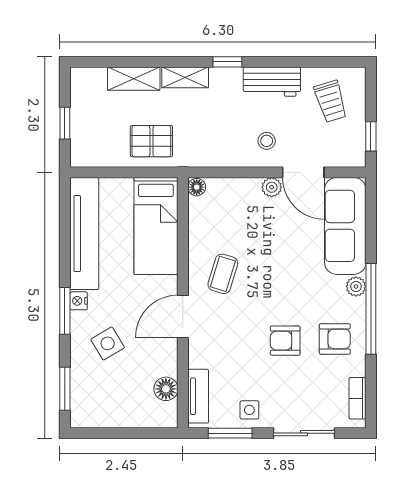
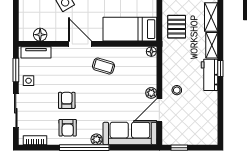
workbench: (272, 82) -> (209, 75), moved
trolley: (331, 101) -> (199, 125), removed

